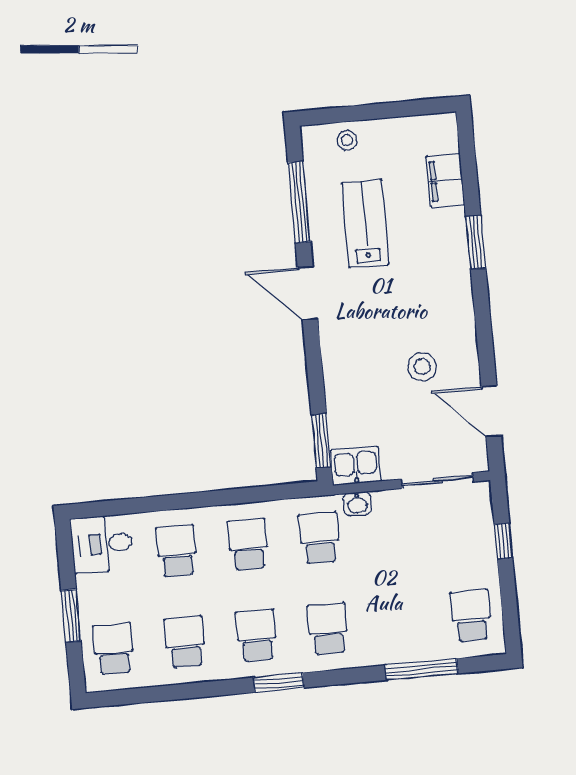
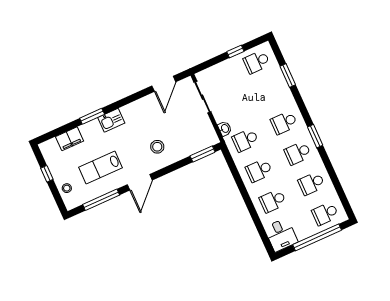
window: (390, 110) -> (47, 174), added
stool: (422, 367) -> (157, 147), moved
kitchen sink: (355, 466) -> (111, 120), moved, turned -90
window: (503, 541) -> (235, 51), moved
window: (71, 616) -> (317, 237), width x2.11
window: (421, 669) -> (288, 75), width x0.69

